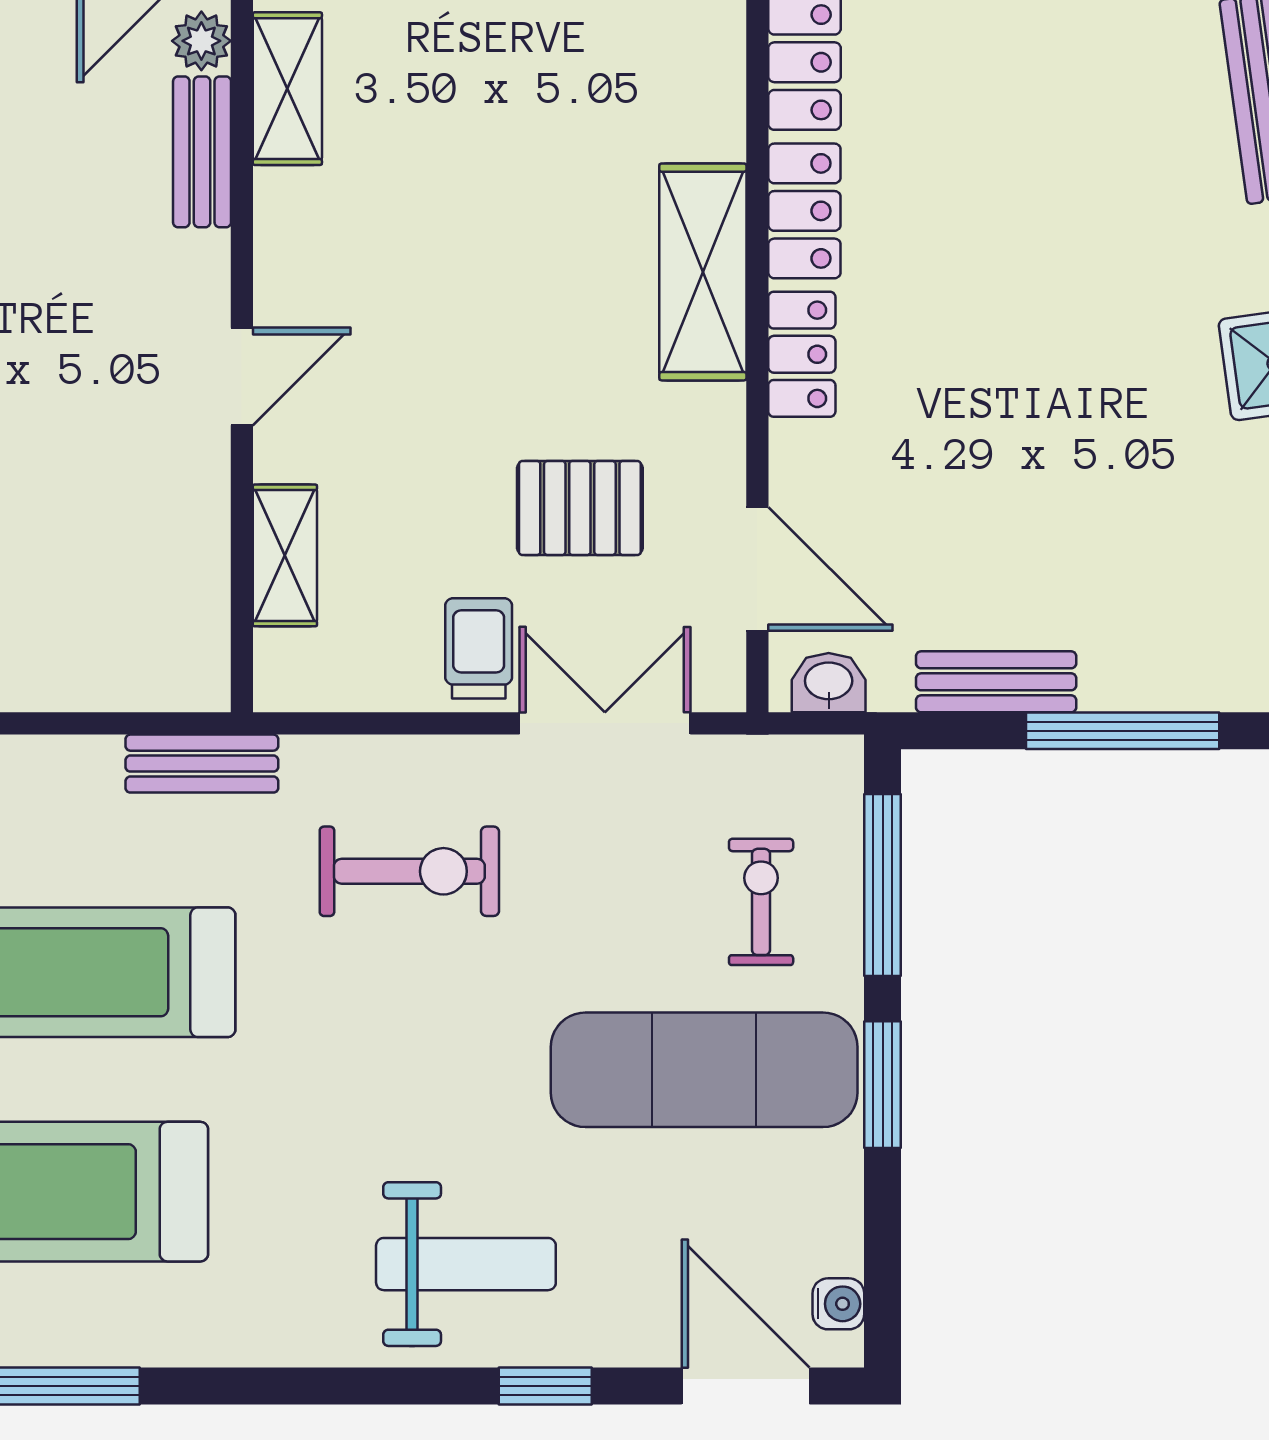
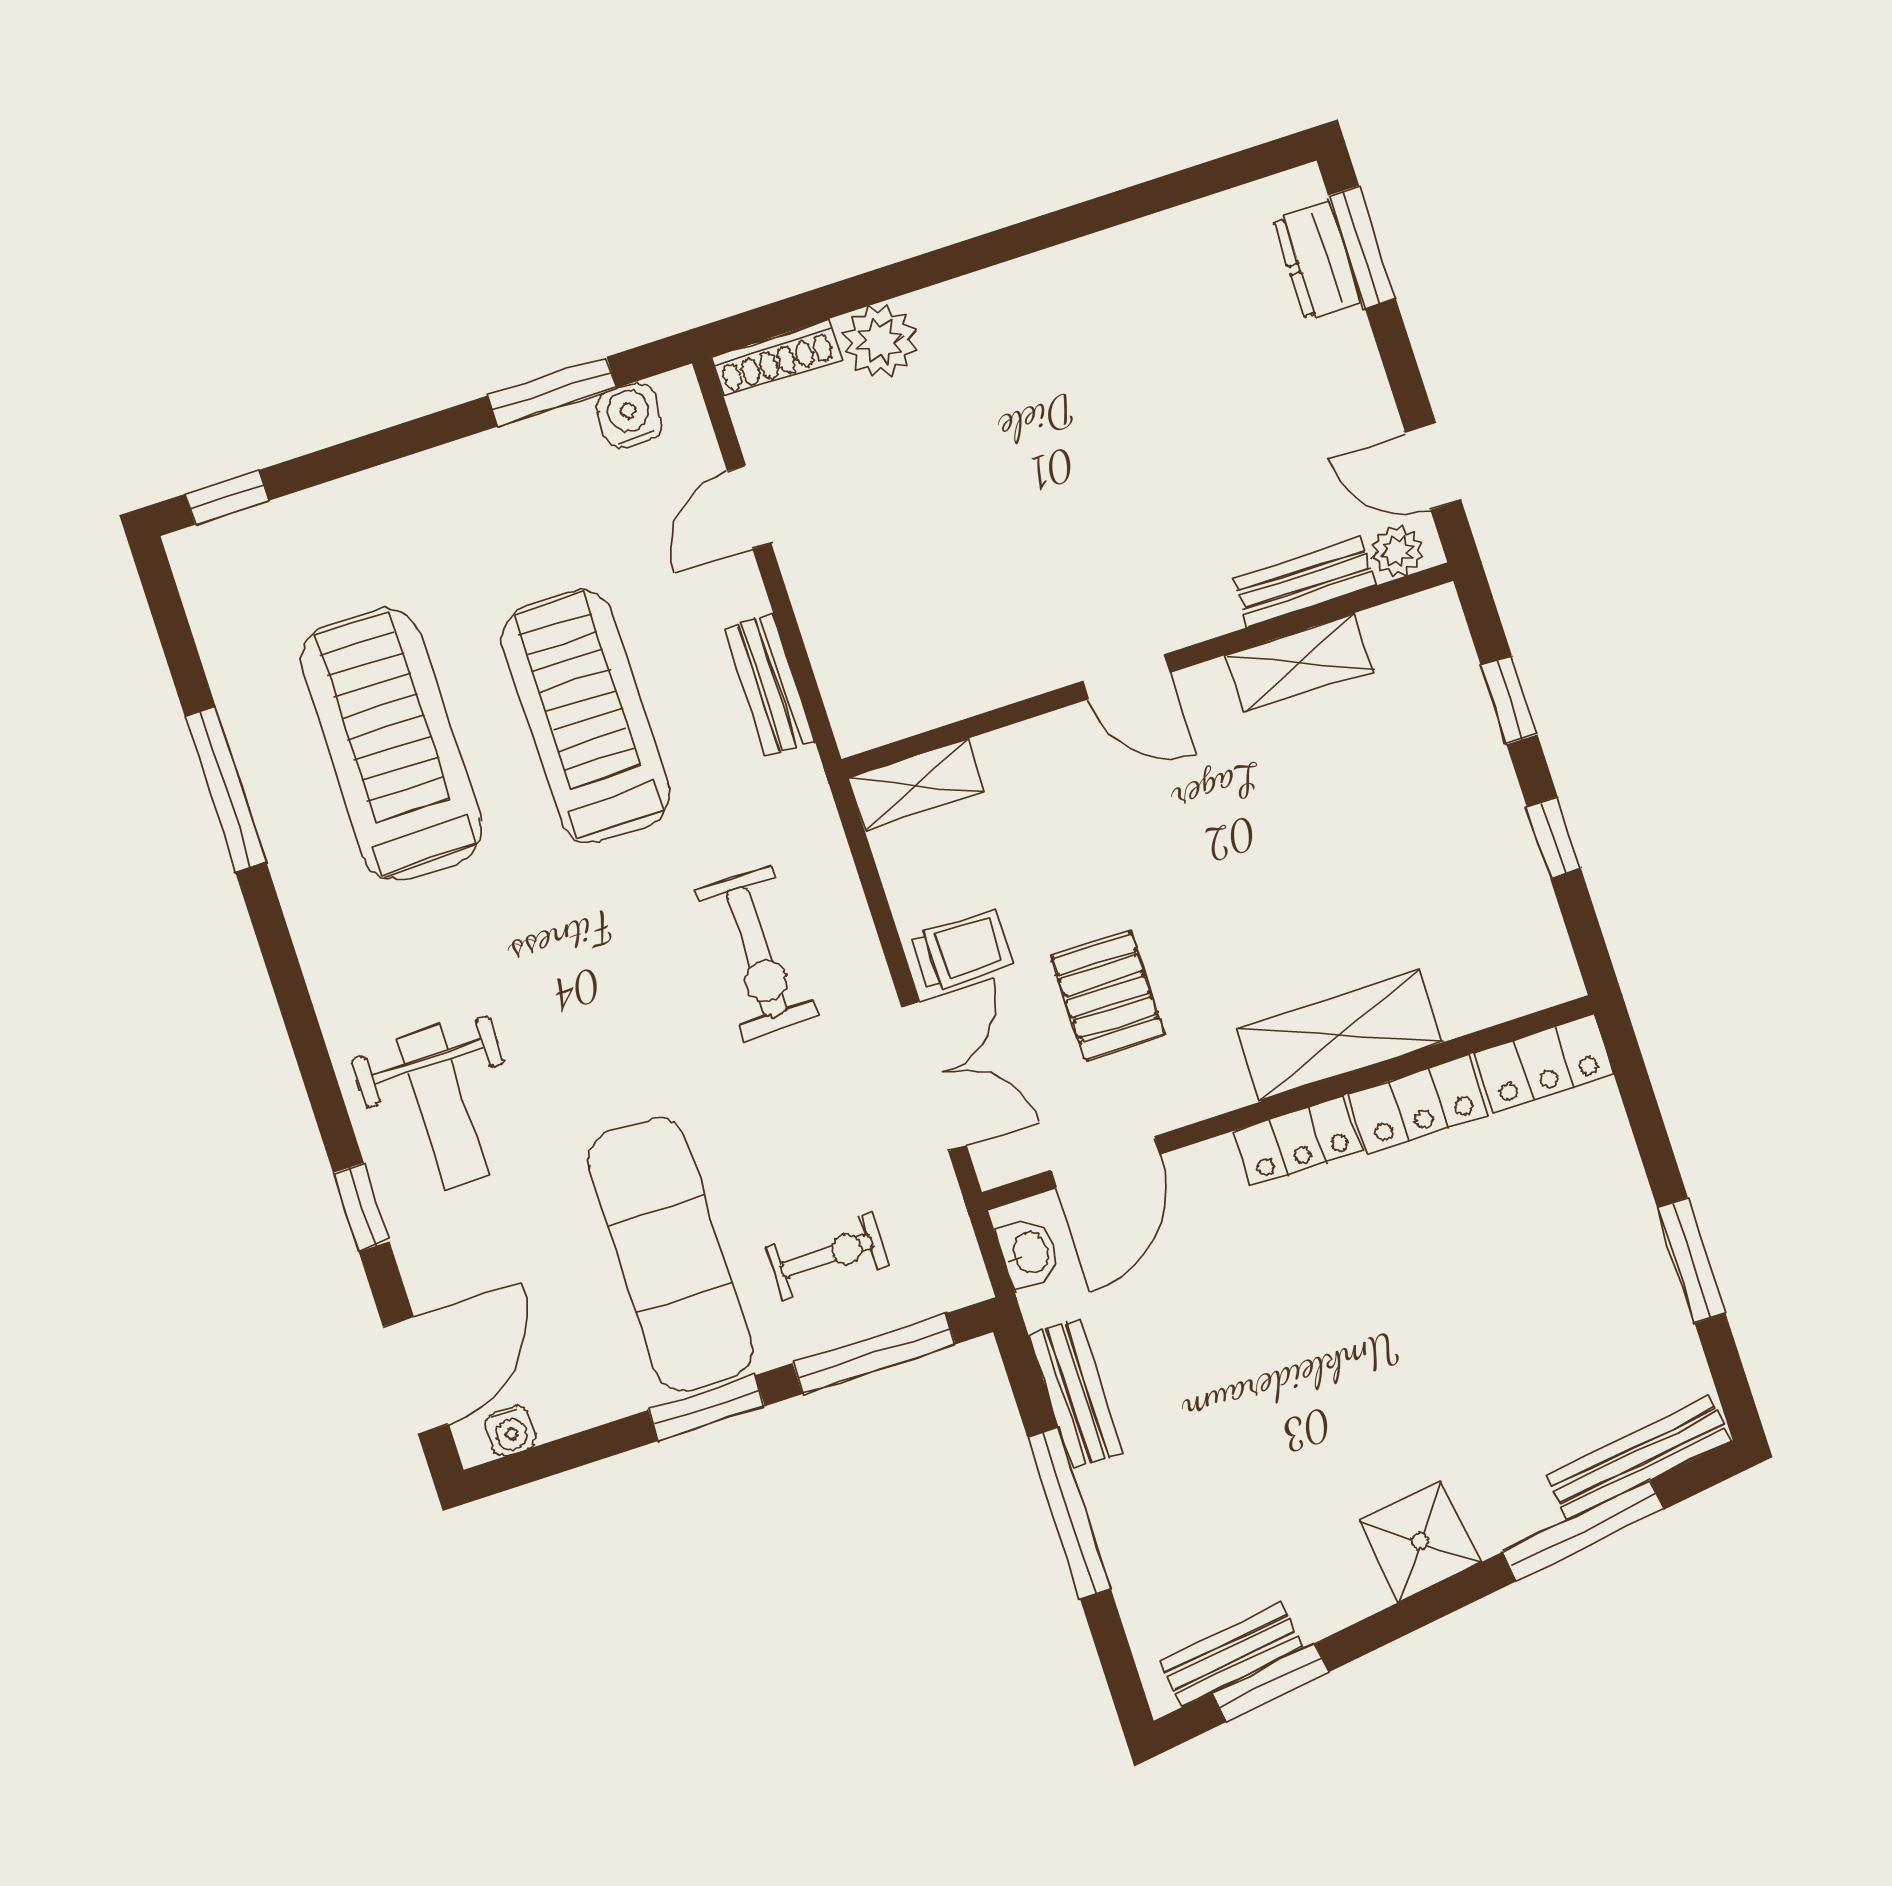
shelving: (287, 89) -> (1299, 663), moved
shelving: (285, 555) -> (916, 785), moved
bench: (202, 764) -> (770, 685), moved

